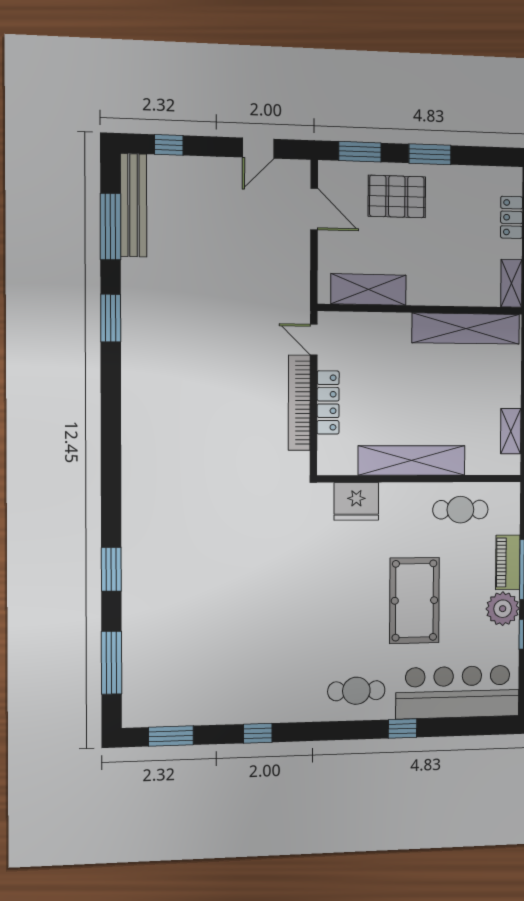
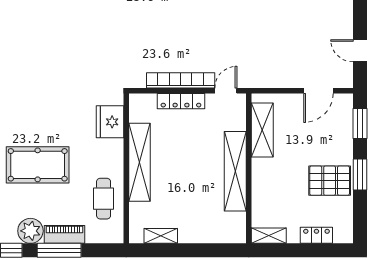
pallet: (397, 196) -> (330, 181), moved, turned 90
shelving: (466, 329) -> (235, 171), moved

